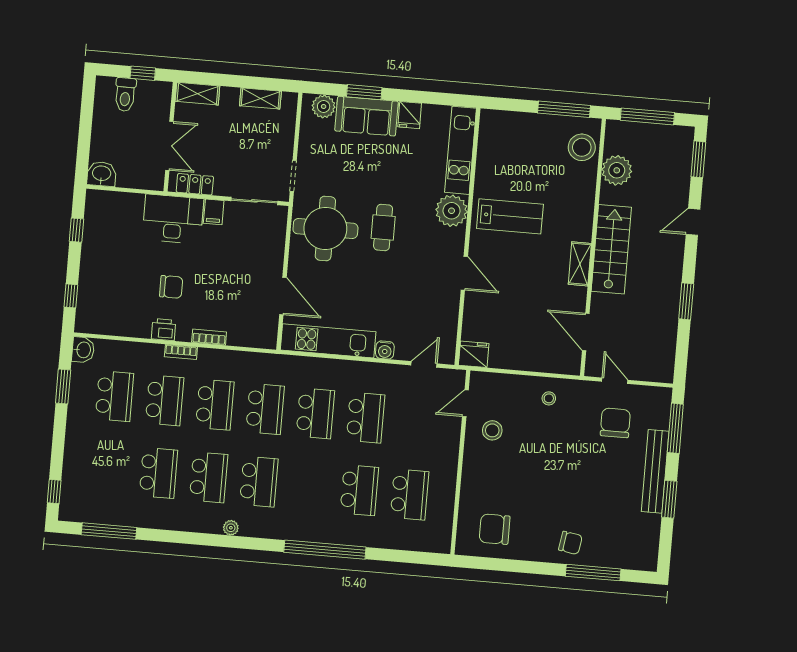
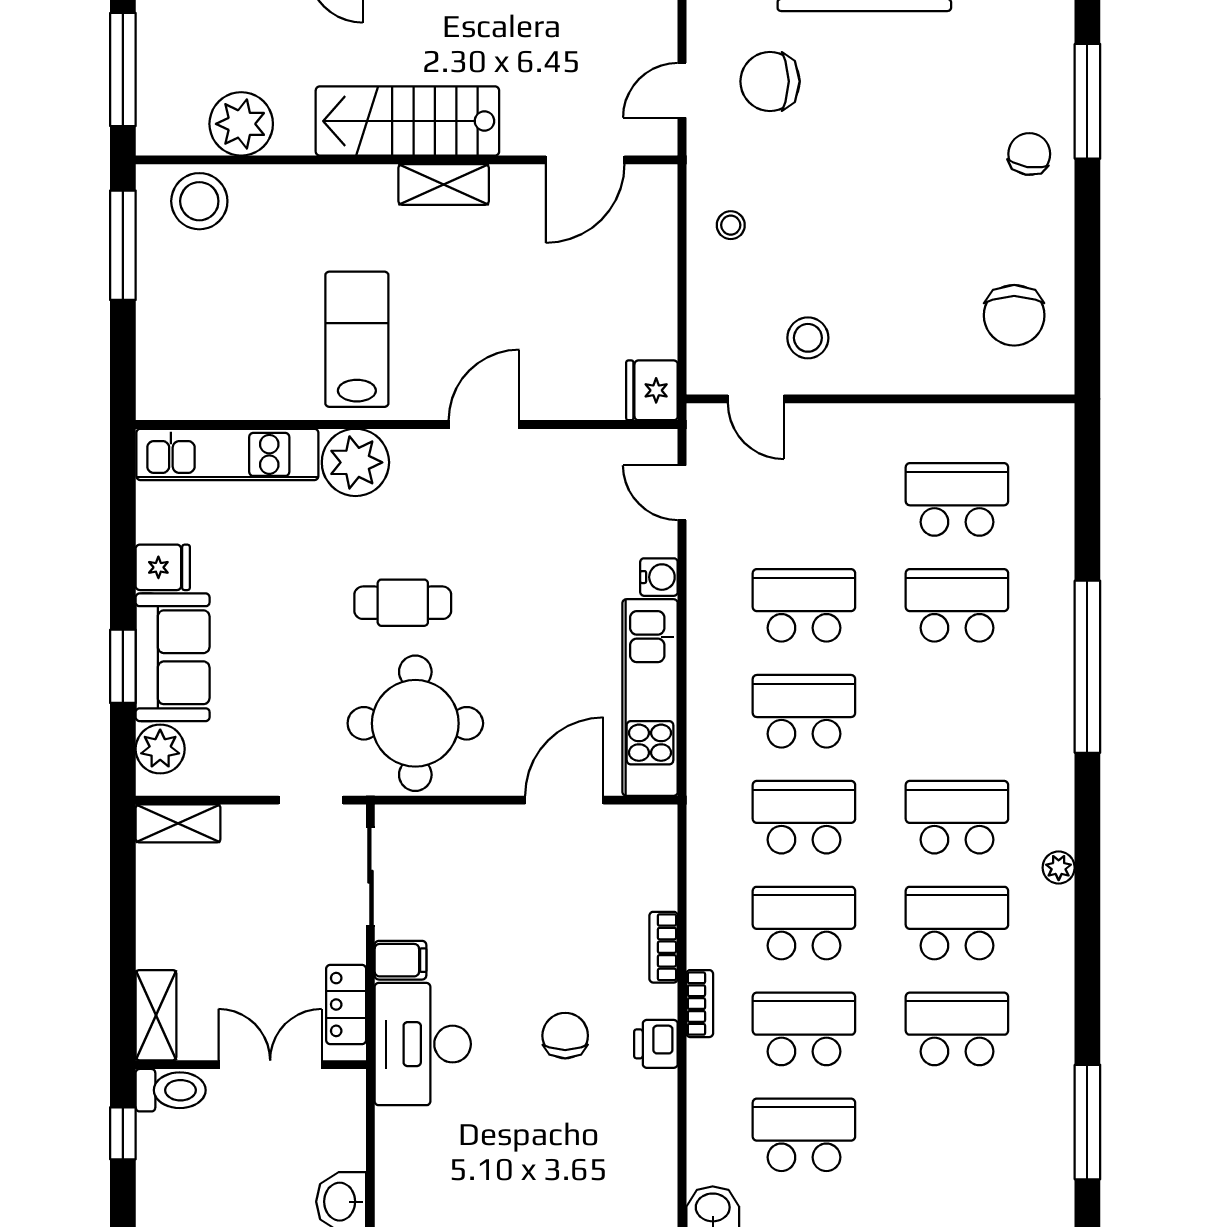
toilet: (125, 94) -> (171, 1090), moved
shelving: (260, 98) -> (178, 823), moved, turned 90

